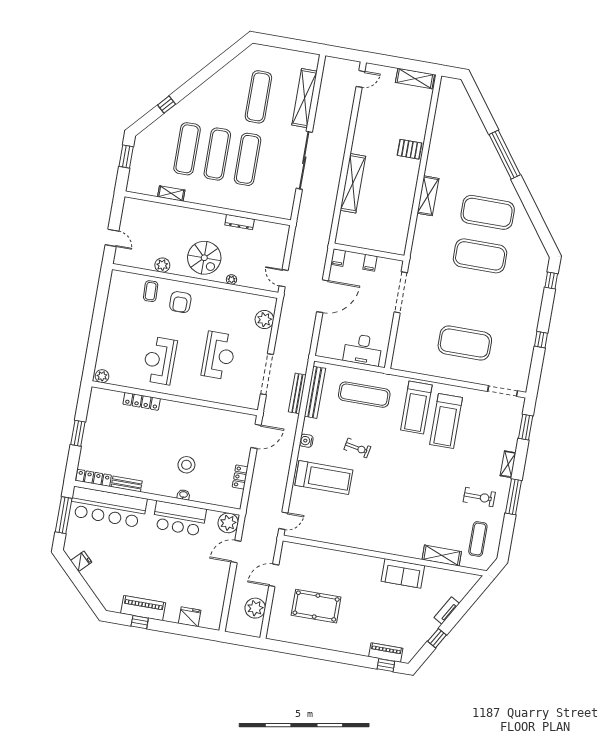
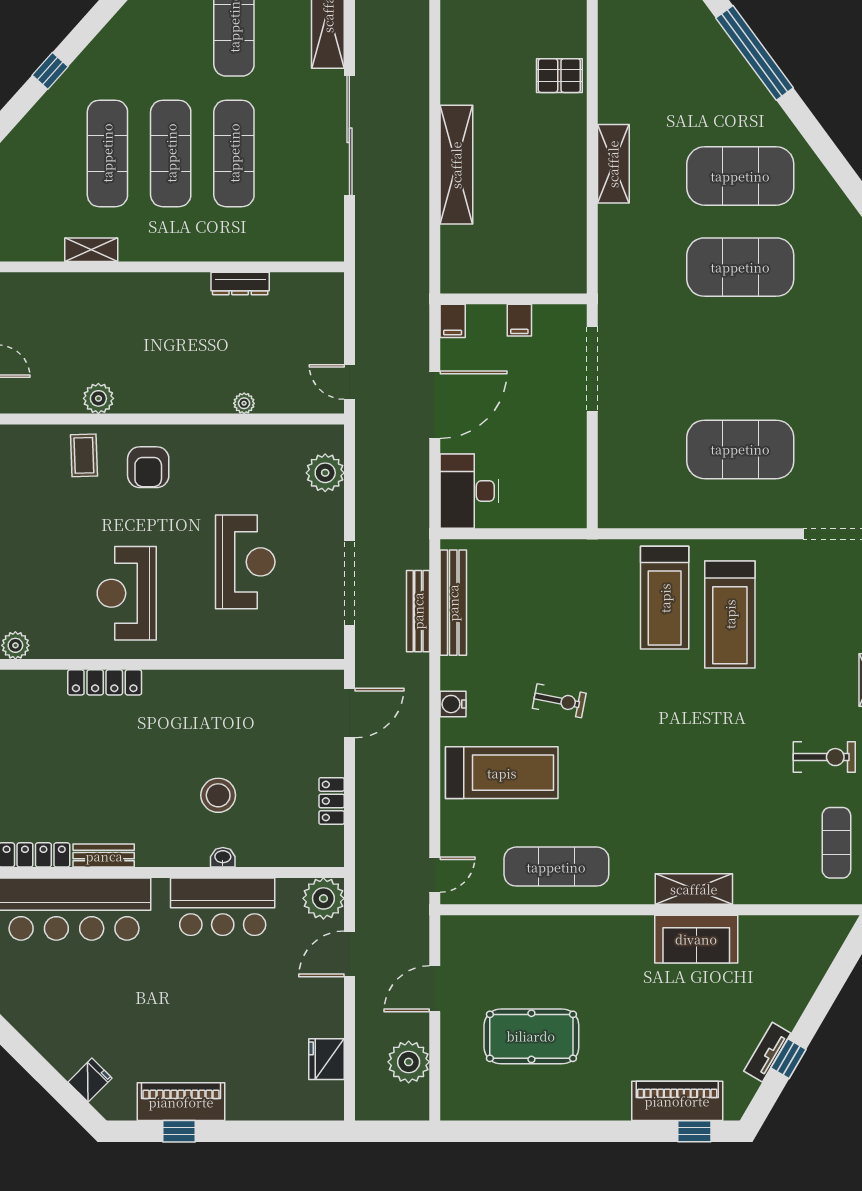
spiral stairs: (204, 258) -> (181, 369), removed
desk: (363, 350) -> (469, 491), moved, turned 90
exercise mat: (364, 395) -> (556, 867), moved
shelving: (442, 556) -> (694, 889), moved
fridge: (81, 561) -> (90, 1080), moved
tv unit: (447, 610) -> (767, 1052), moved
fridge: (190, 617) -> (326, 1059), moved, turned -90
piano: (386, 652) -> (677, 1101), width x1.37, depth x1.33

